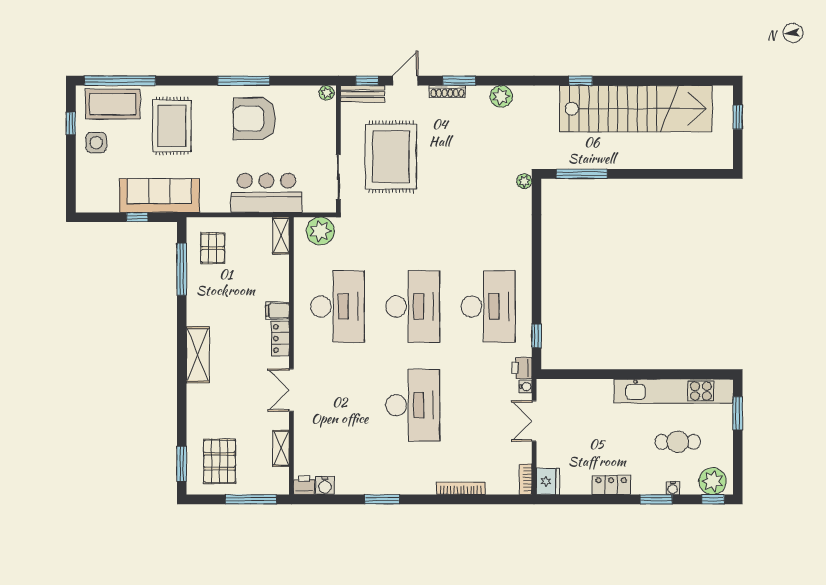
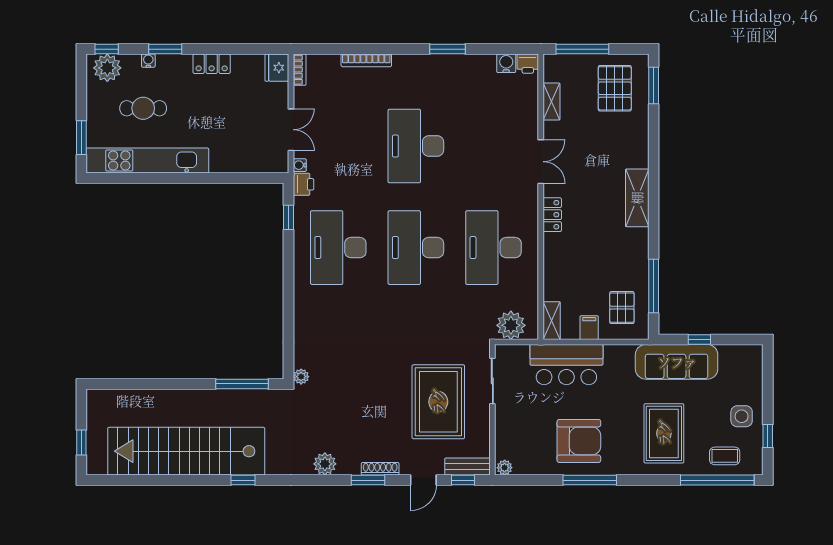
coffee table: (113, 104) -> (725, 456), width x0.54, depth x0.58
filing cabinet: (277, 311) -> (589, 328), moved, turned -90

